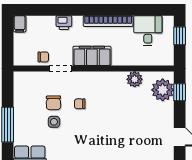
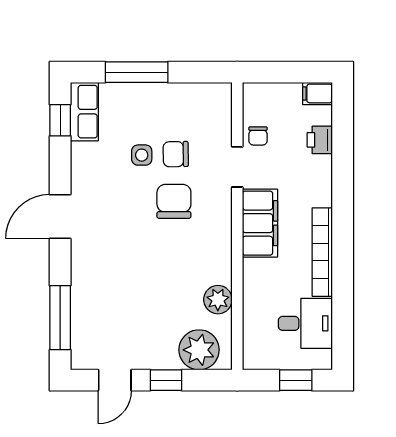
printer: (64, 23) -> (320, 140), moved
window: (180, 92) -> (166, 380), moved
chair: (80, 104) -> (174, 201), width x1.87, depth x1.87

